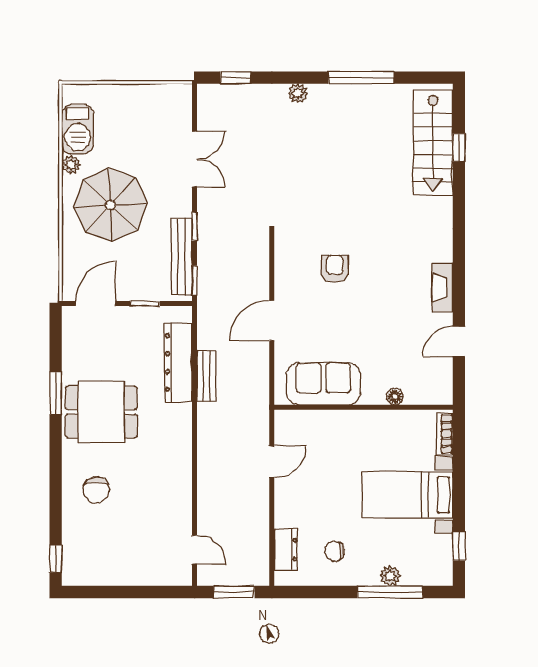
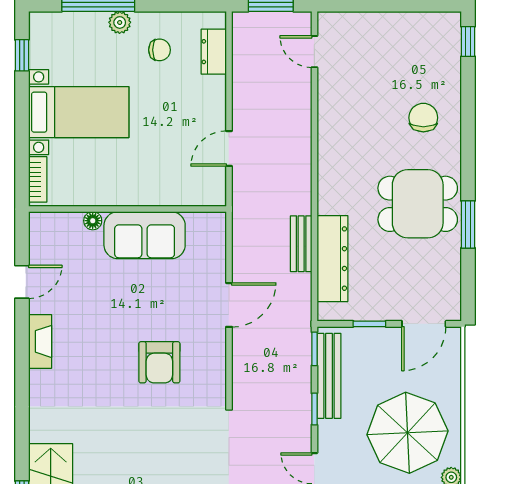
armchair: (335, 269) -> (159, 362), width x1.38, depth x1.38
sofa: (323, 384) -> (145, 235), moved
plant: (390, 576) -> (120, 22), moved

